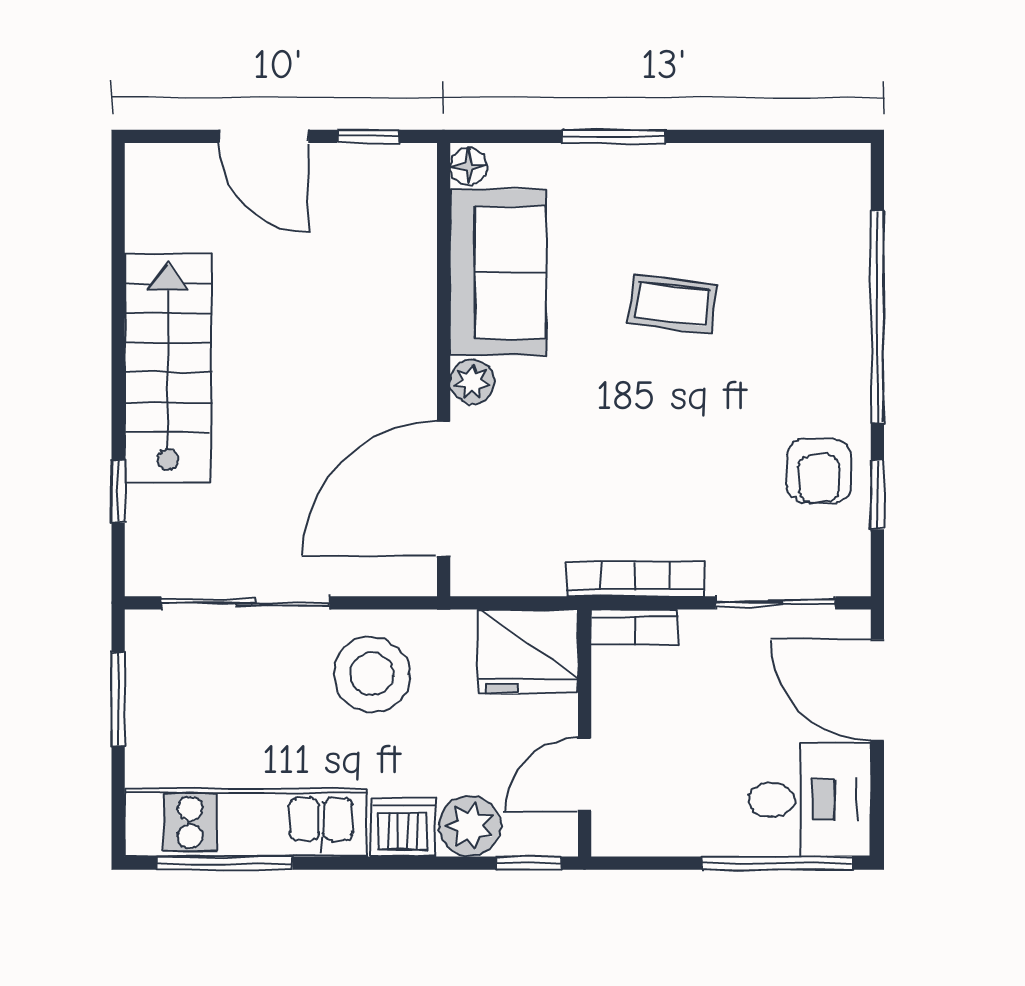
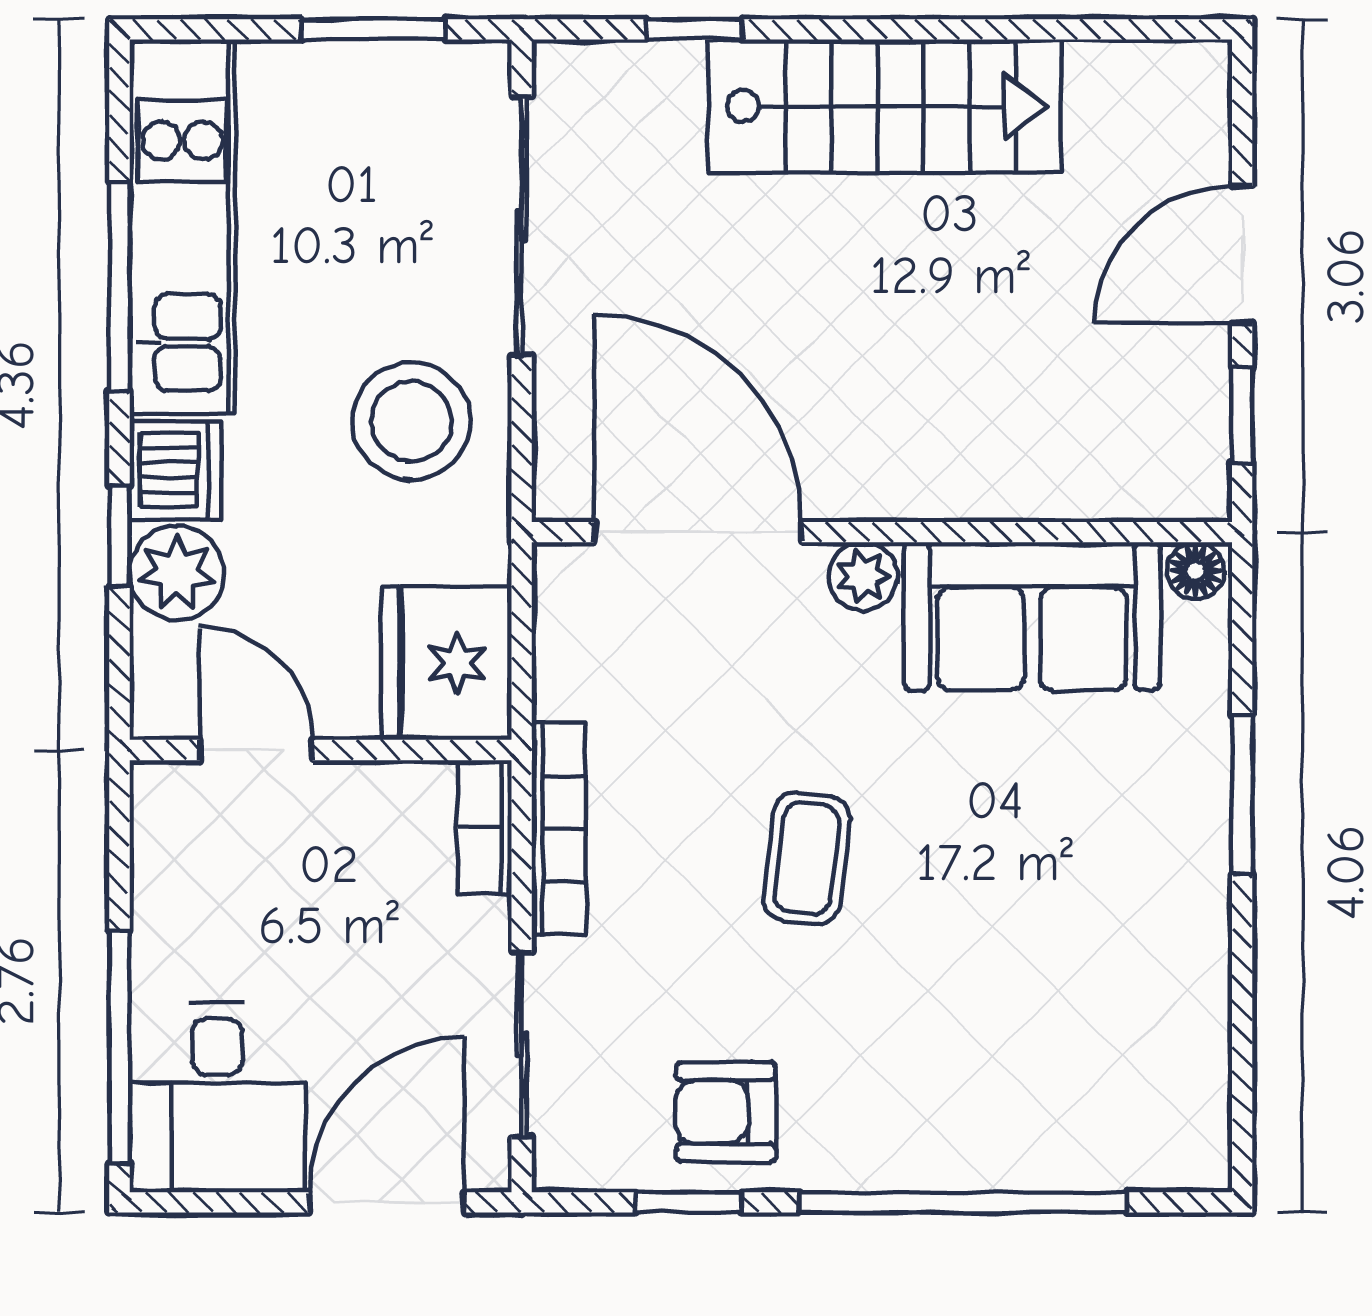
coffee table: (673, 304) -> (807, 858), moved
window: (225, 863) -> (119, 287), moved
window: (529, 863) -> (119, 536), moved

